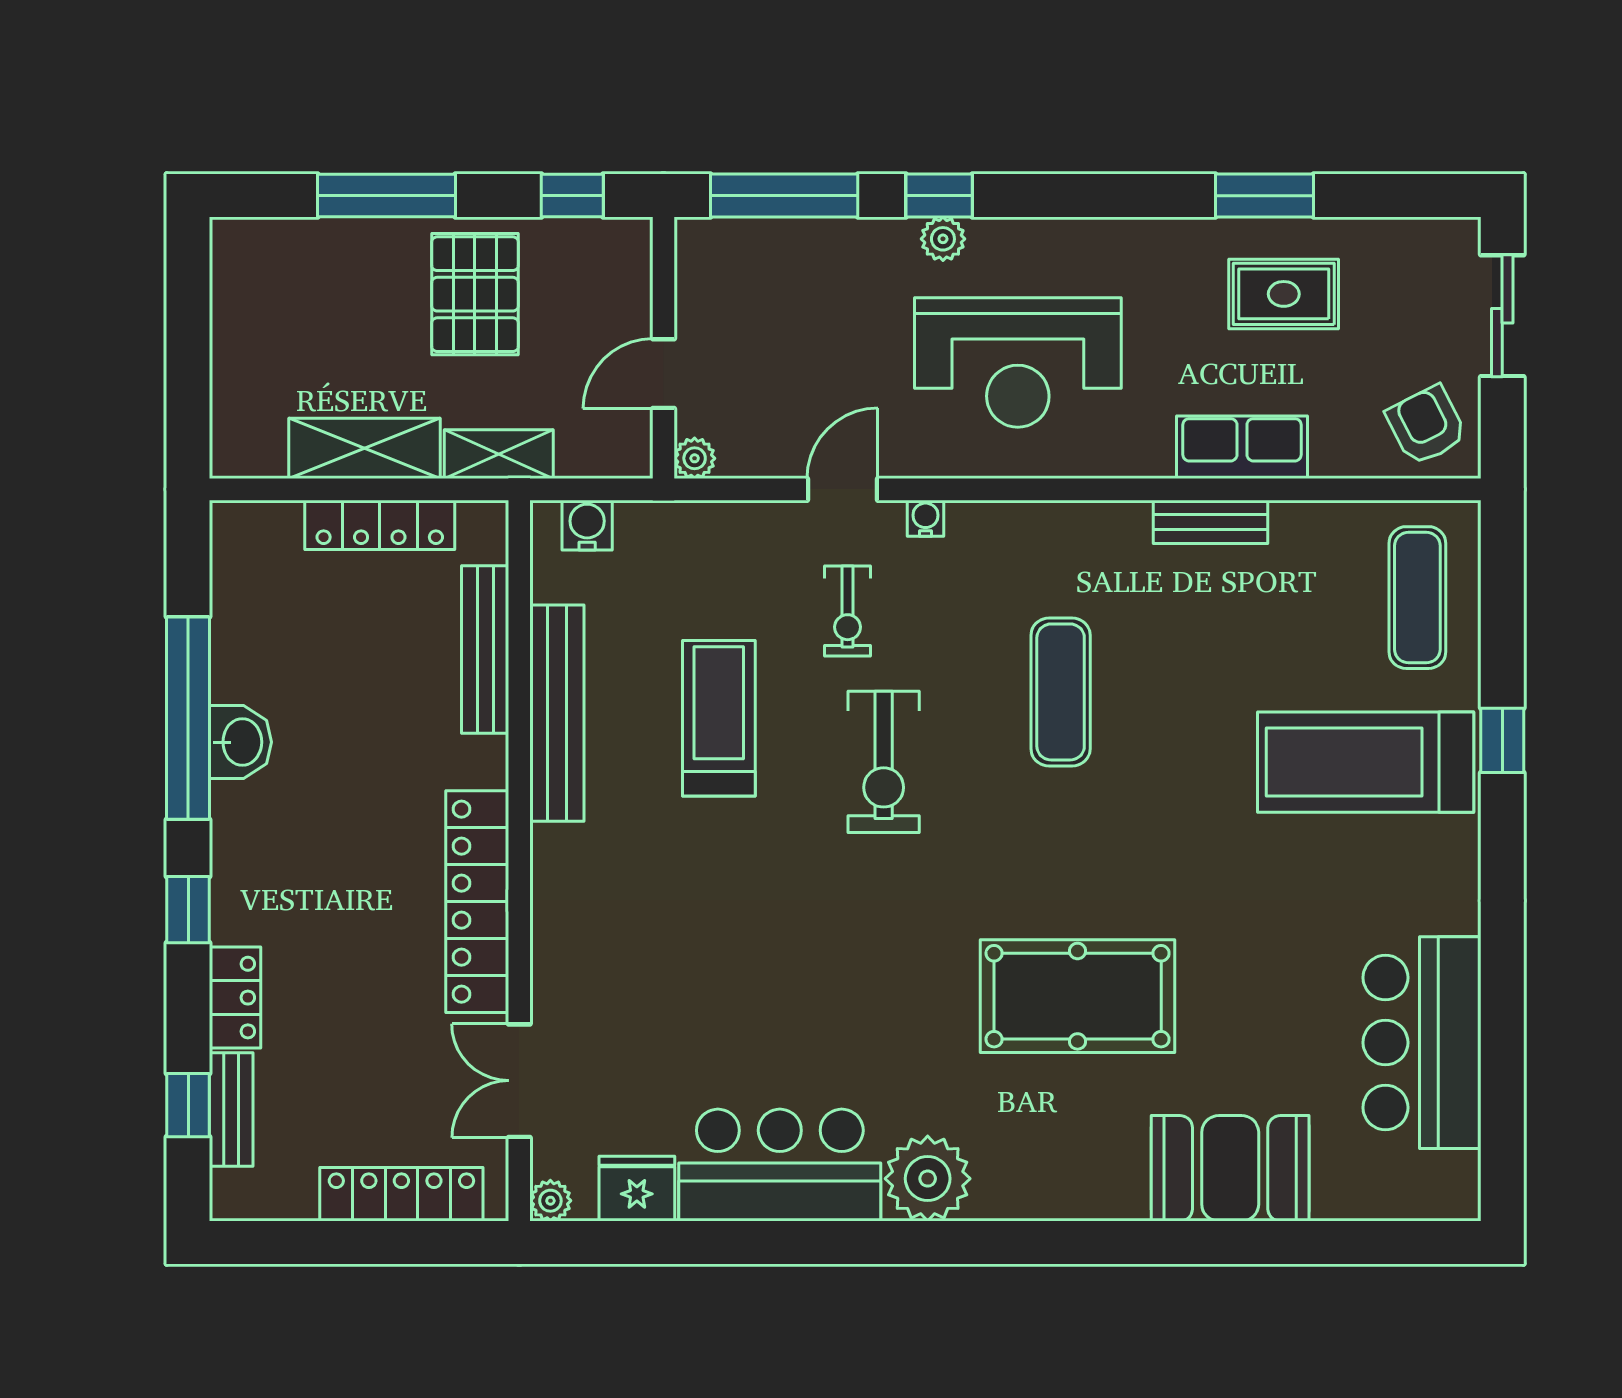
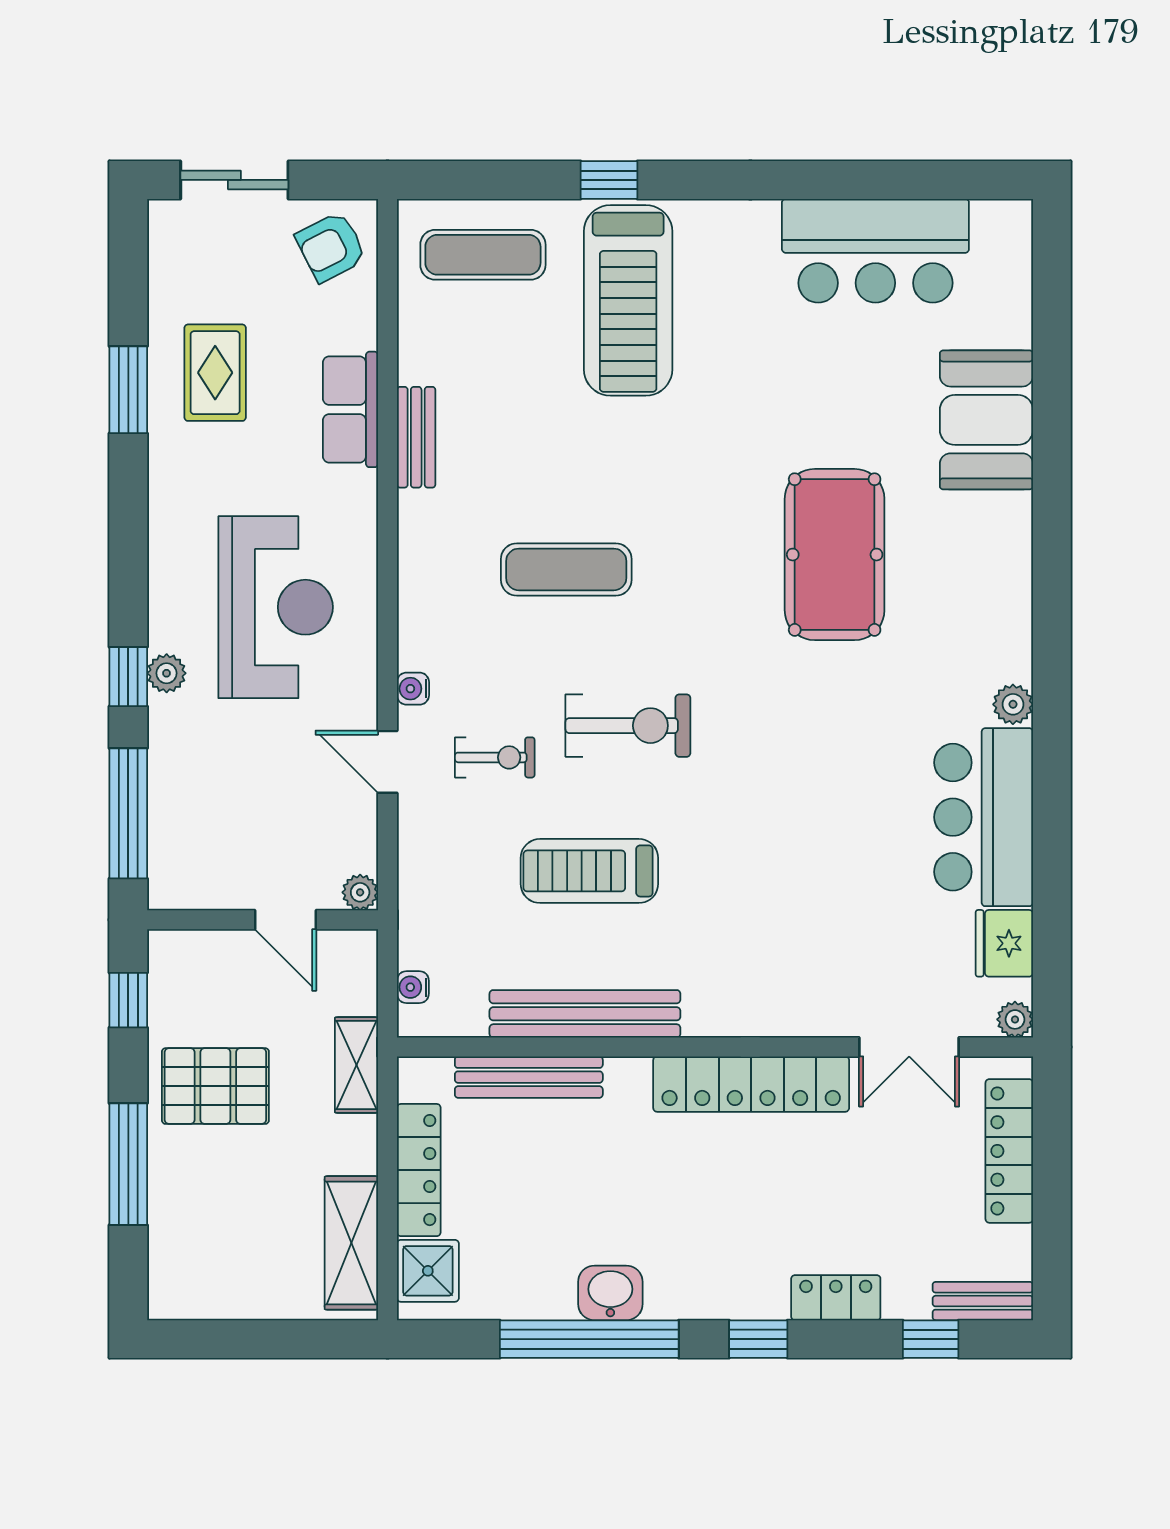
shelving: (364, 448) -> (351, 1243), moved
water cooler: (587, 525) -> (413, 987), width x0.72, depth x0.72
shower: (266, 535) -> (428, 1271), added
bench: (231, 1109) -> (983, 1301), moved
plant: (928, 1179) -> (1013, 704), width x0.53, depth x0.53

